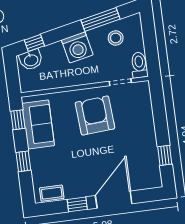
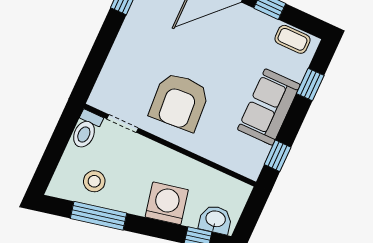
washing machine: (77, 47) -> (167, 203), moved
sofa: (38, 124) -> (269, 107), moved
window: (23, 161) -> (310, 84), moved

